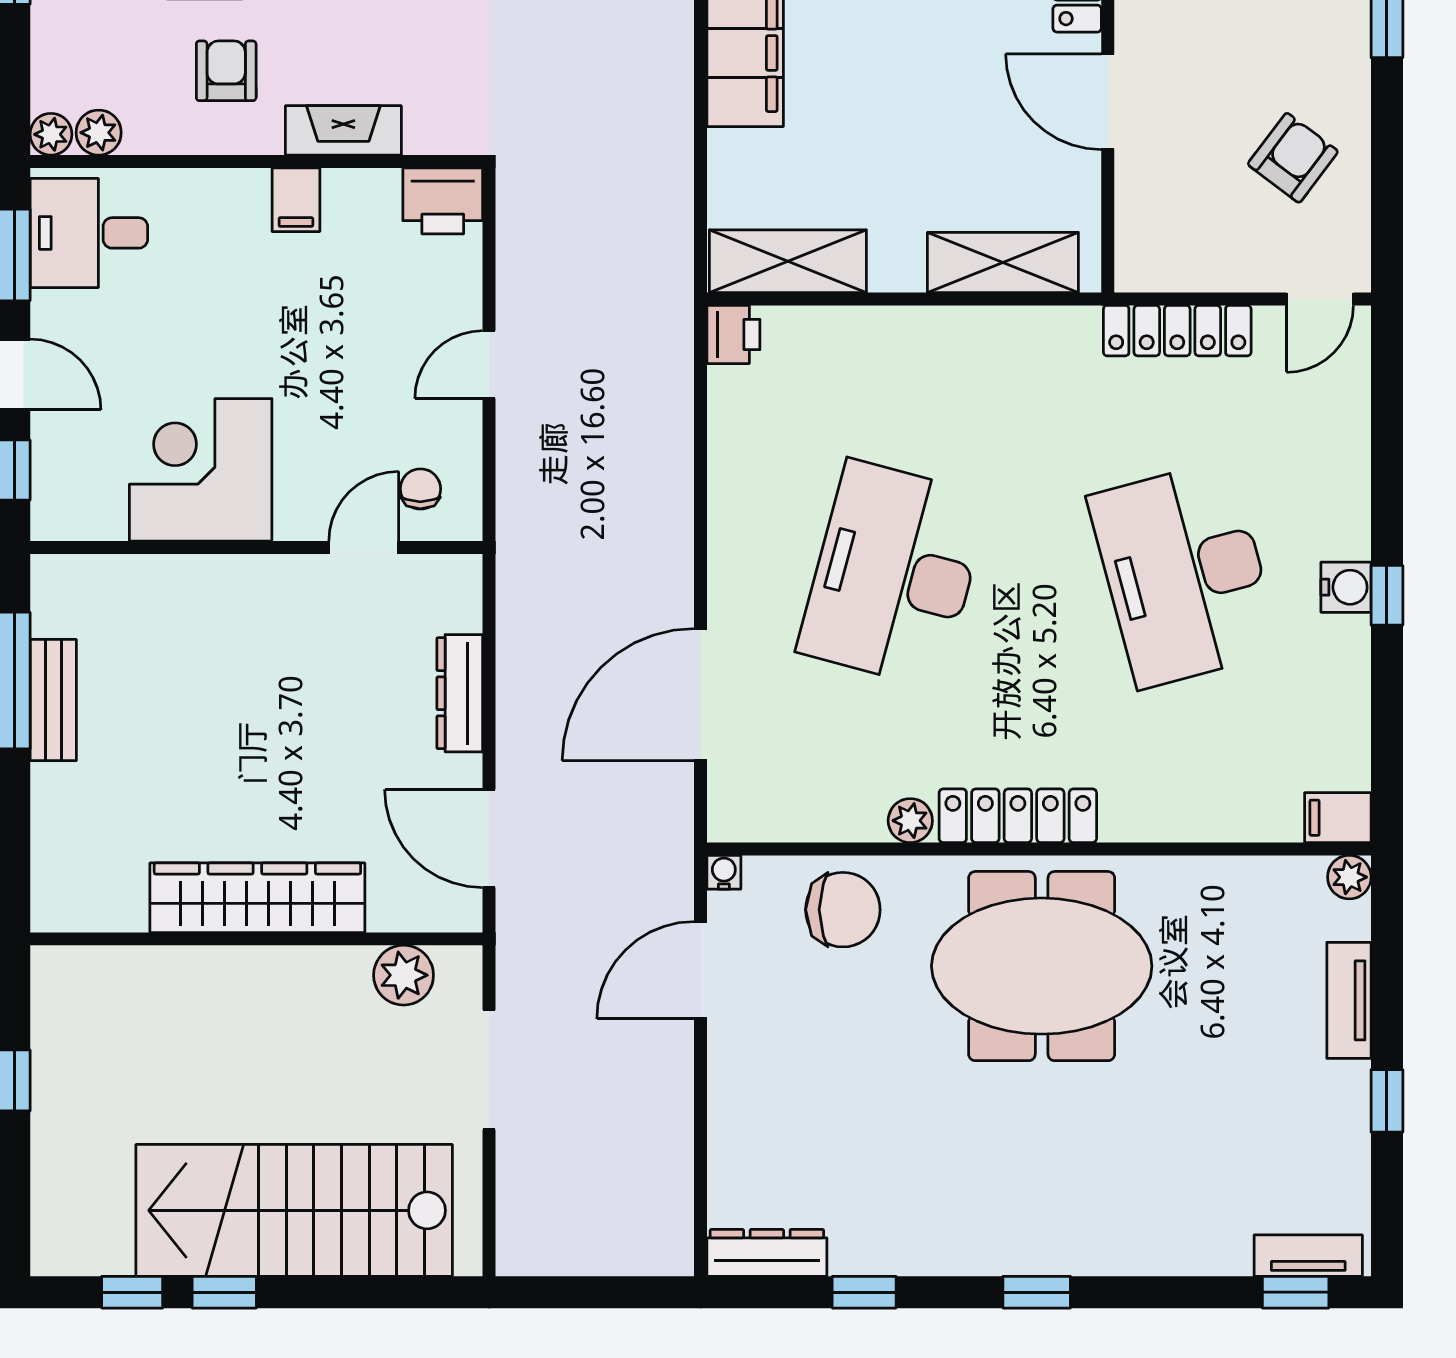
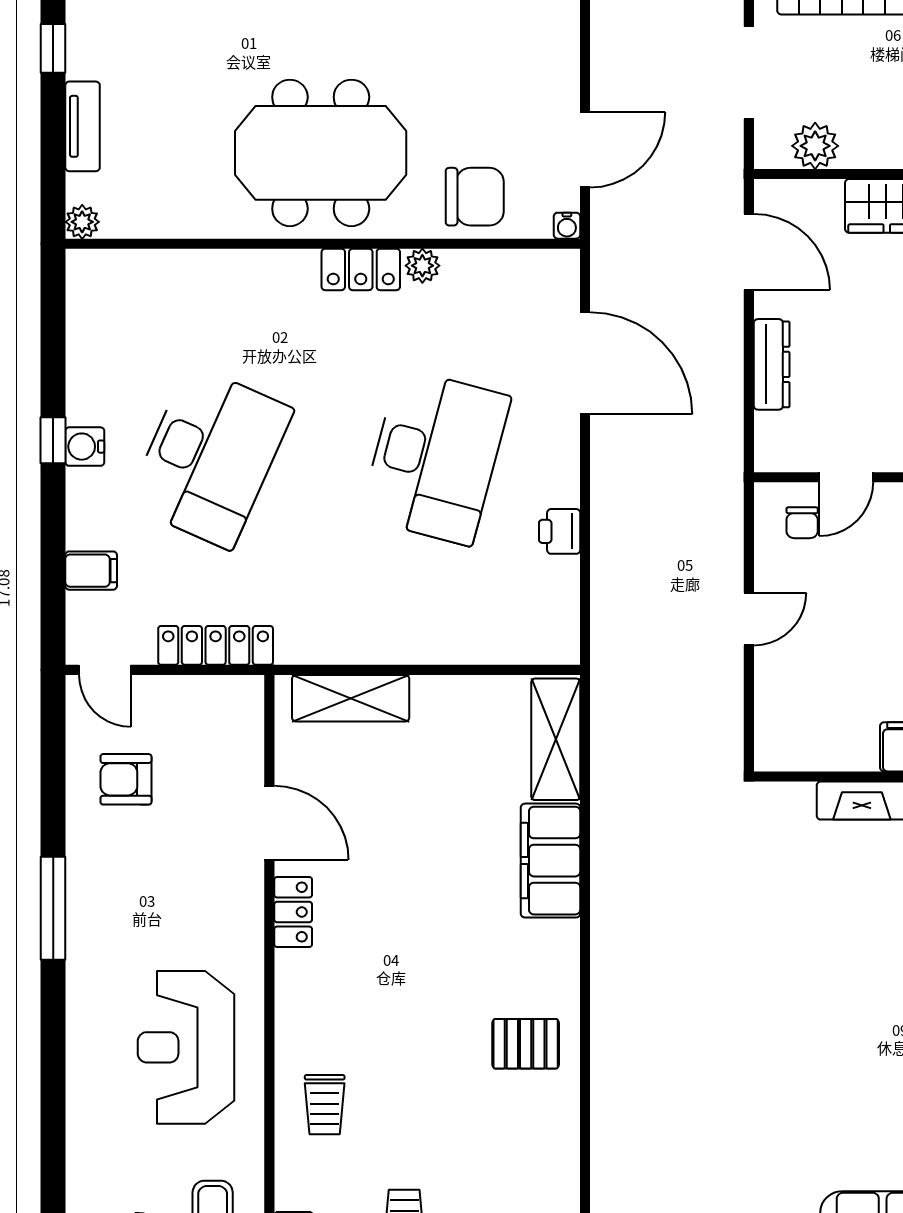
armchair: (1293, 158) -> (126, 779), turned 53
printer: (443, 201) -> (785, 746), removed
shelving: (788, 261) -> (556, 739), moved, turned 90
door: (1320, 299) -> (105, 670), swing flipped
printer: (733, 334) -> (560, 531), moved
desk: (1184, 574) -> (210, 457), turned 39
door: (701, 695) -> (585, 363), hinge flipped
locker: (1018, 816) -> (361, 269), width x0.66
filing cabinet: (1338, 818) -> (91, 571), moved
chair: (843, 910) -> (475, 197), turned 180

